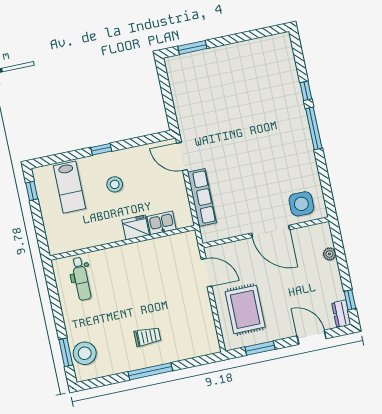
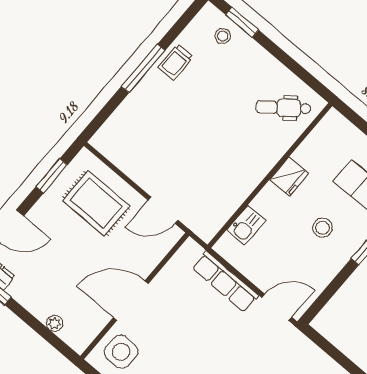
fridge: (136, 228) -> (289, 176), moved
dental chair: (81, 279) -> (283, 108), turned -38
trolley: (147, 337) -> (176, 62), moved
stool: (85, 353) -> (223, 36), width x0.53, depth x0.53

